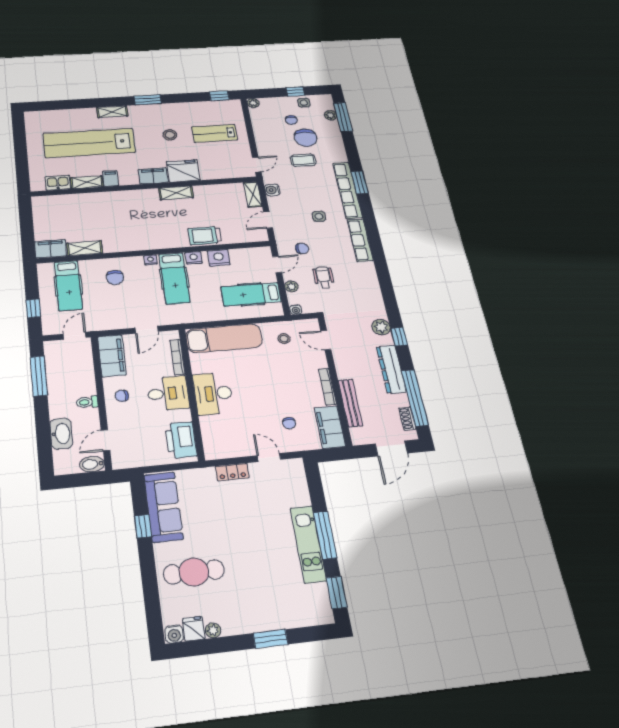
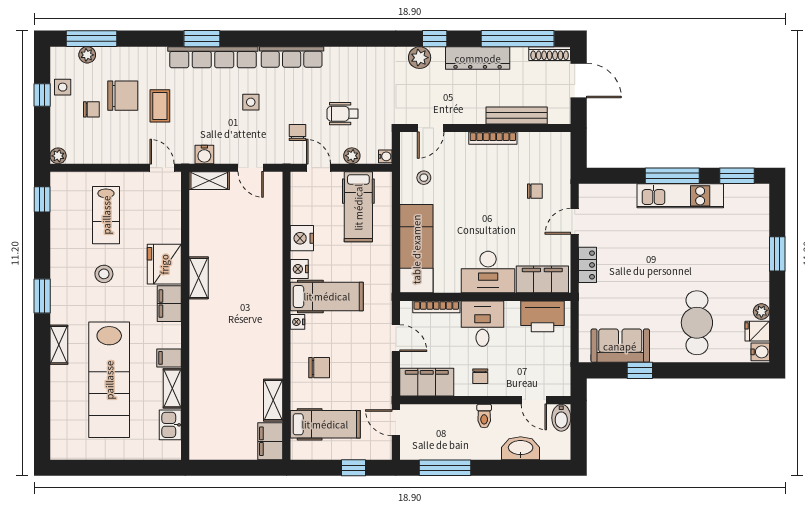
trolley: (205, 236) -> (267, 251), removed
shoe rack: (407, 419) -> (550, 54), width x1.43
filing cabinet: (330, 427) -> (542, 279), moved, turned 180
sofa: (164, 507) -> (620, 346), width x0.73

